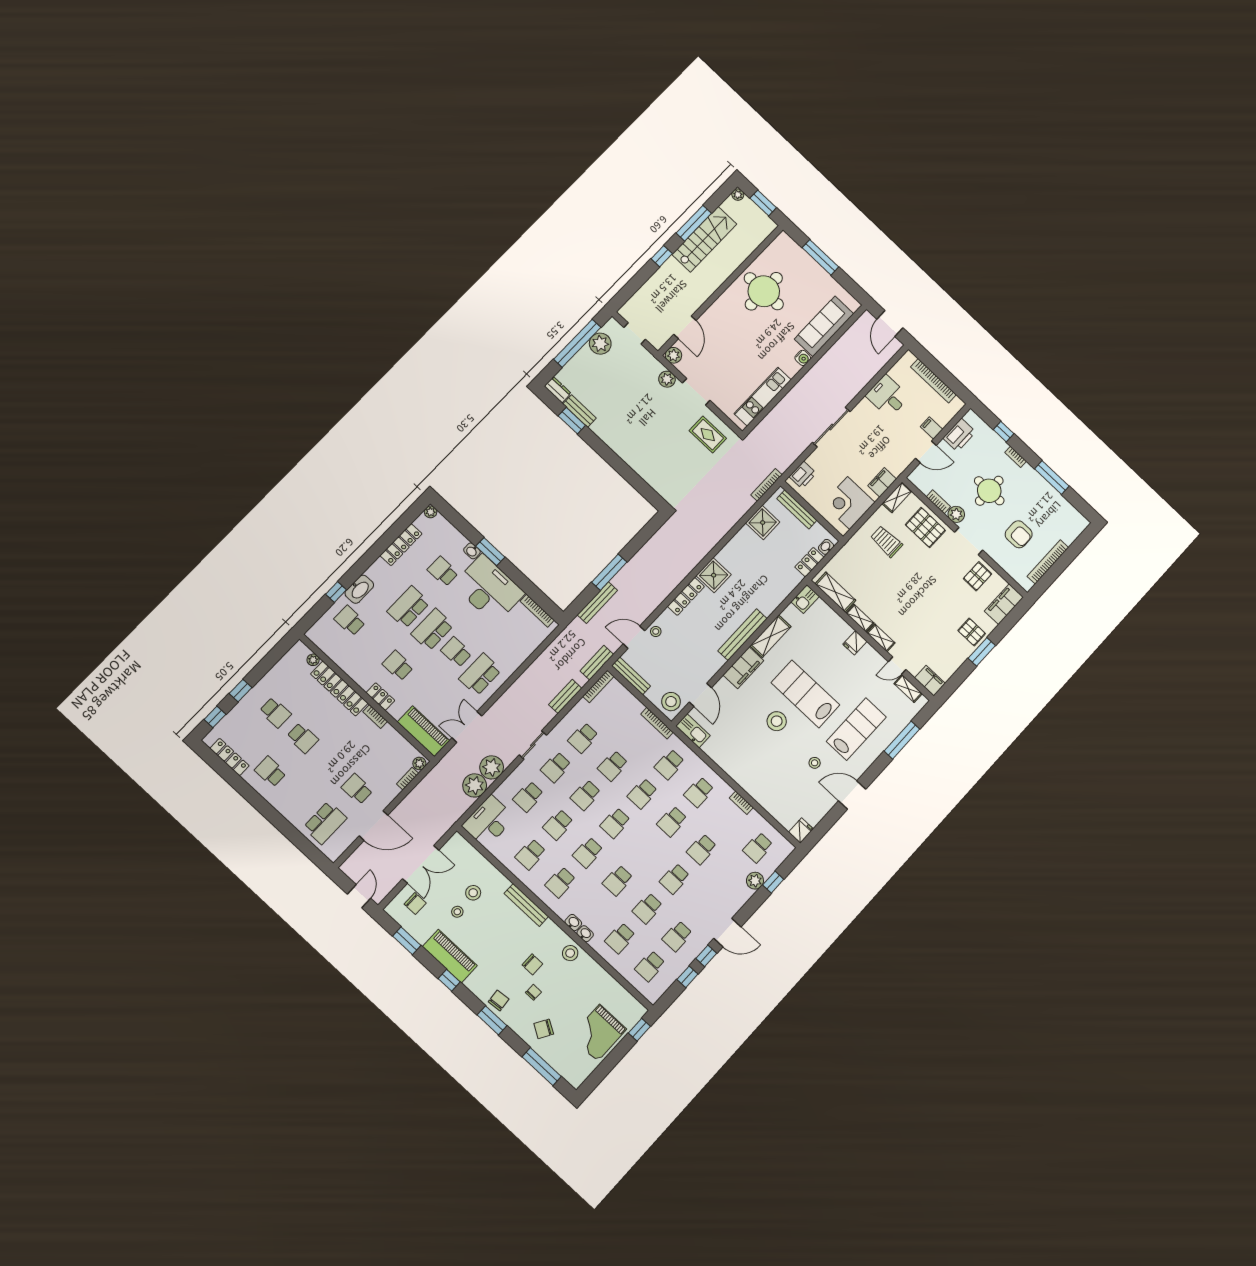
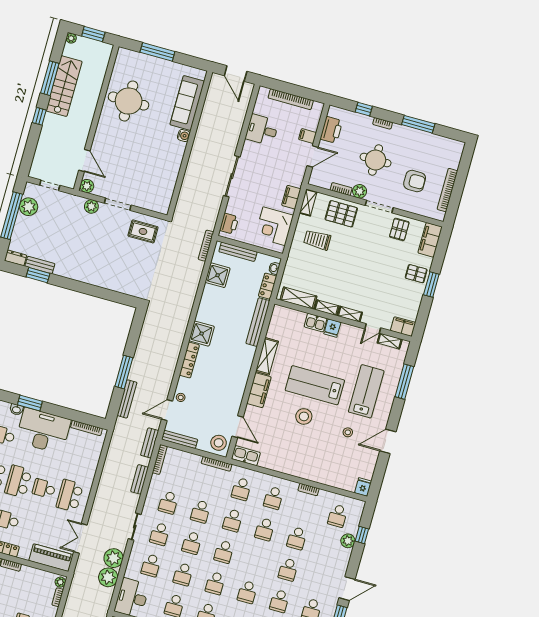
kitchen unit: (763, 397) -> (169, 181), removed
kitchen sink: (805, 599) -> (316, 323), moved, turned 90
bench: (742, 635) -> (258, 322), moved

